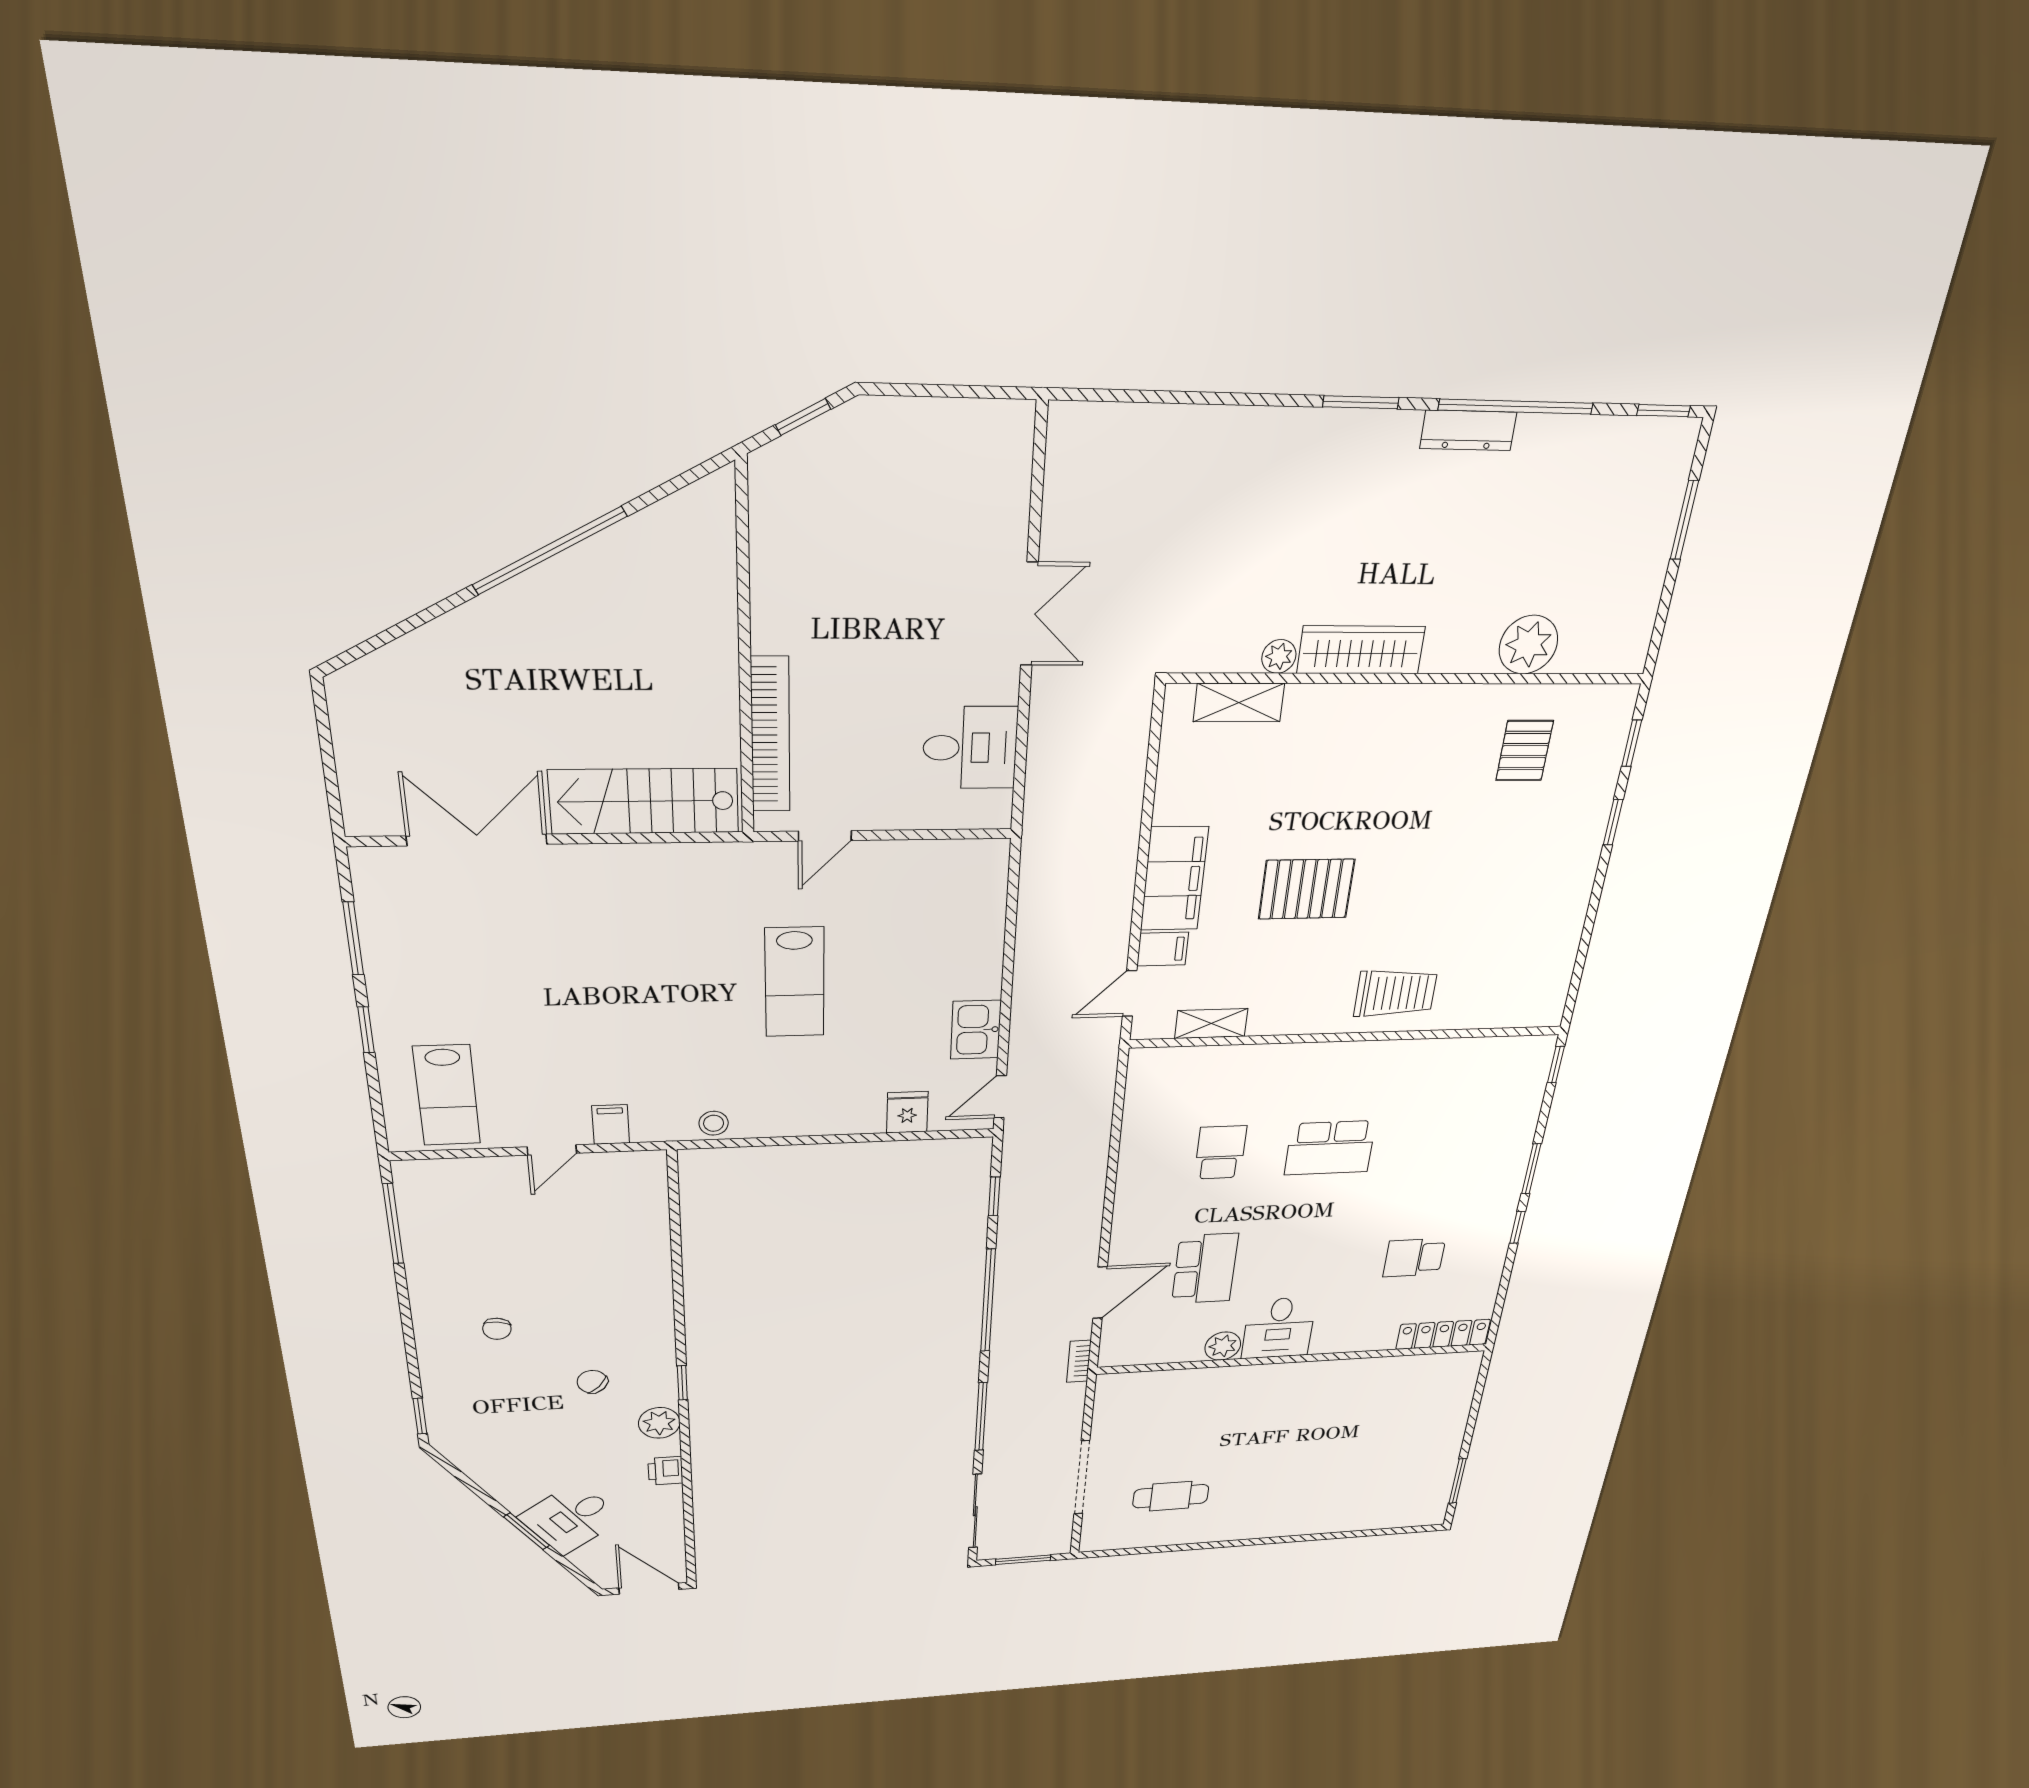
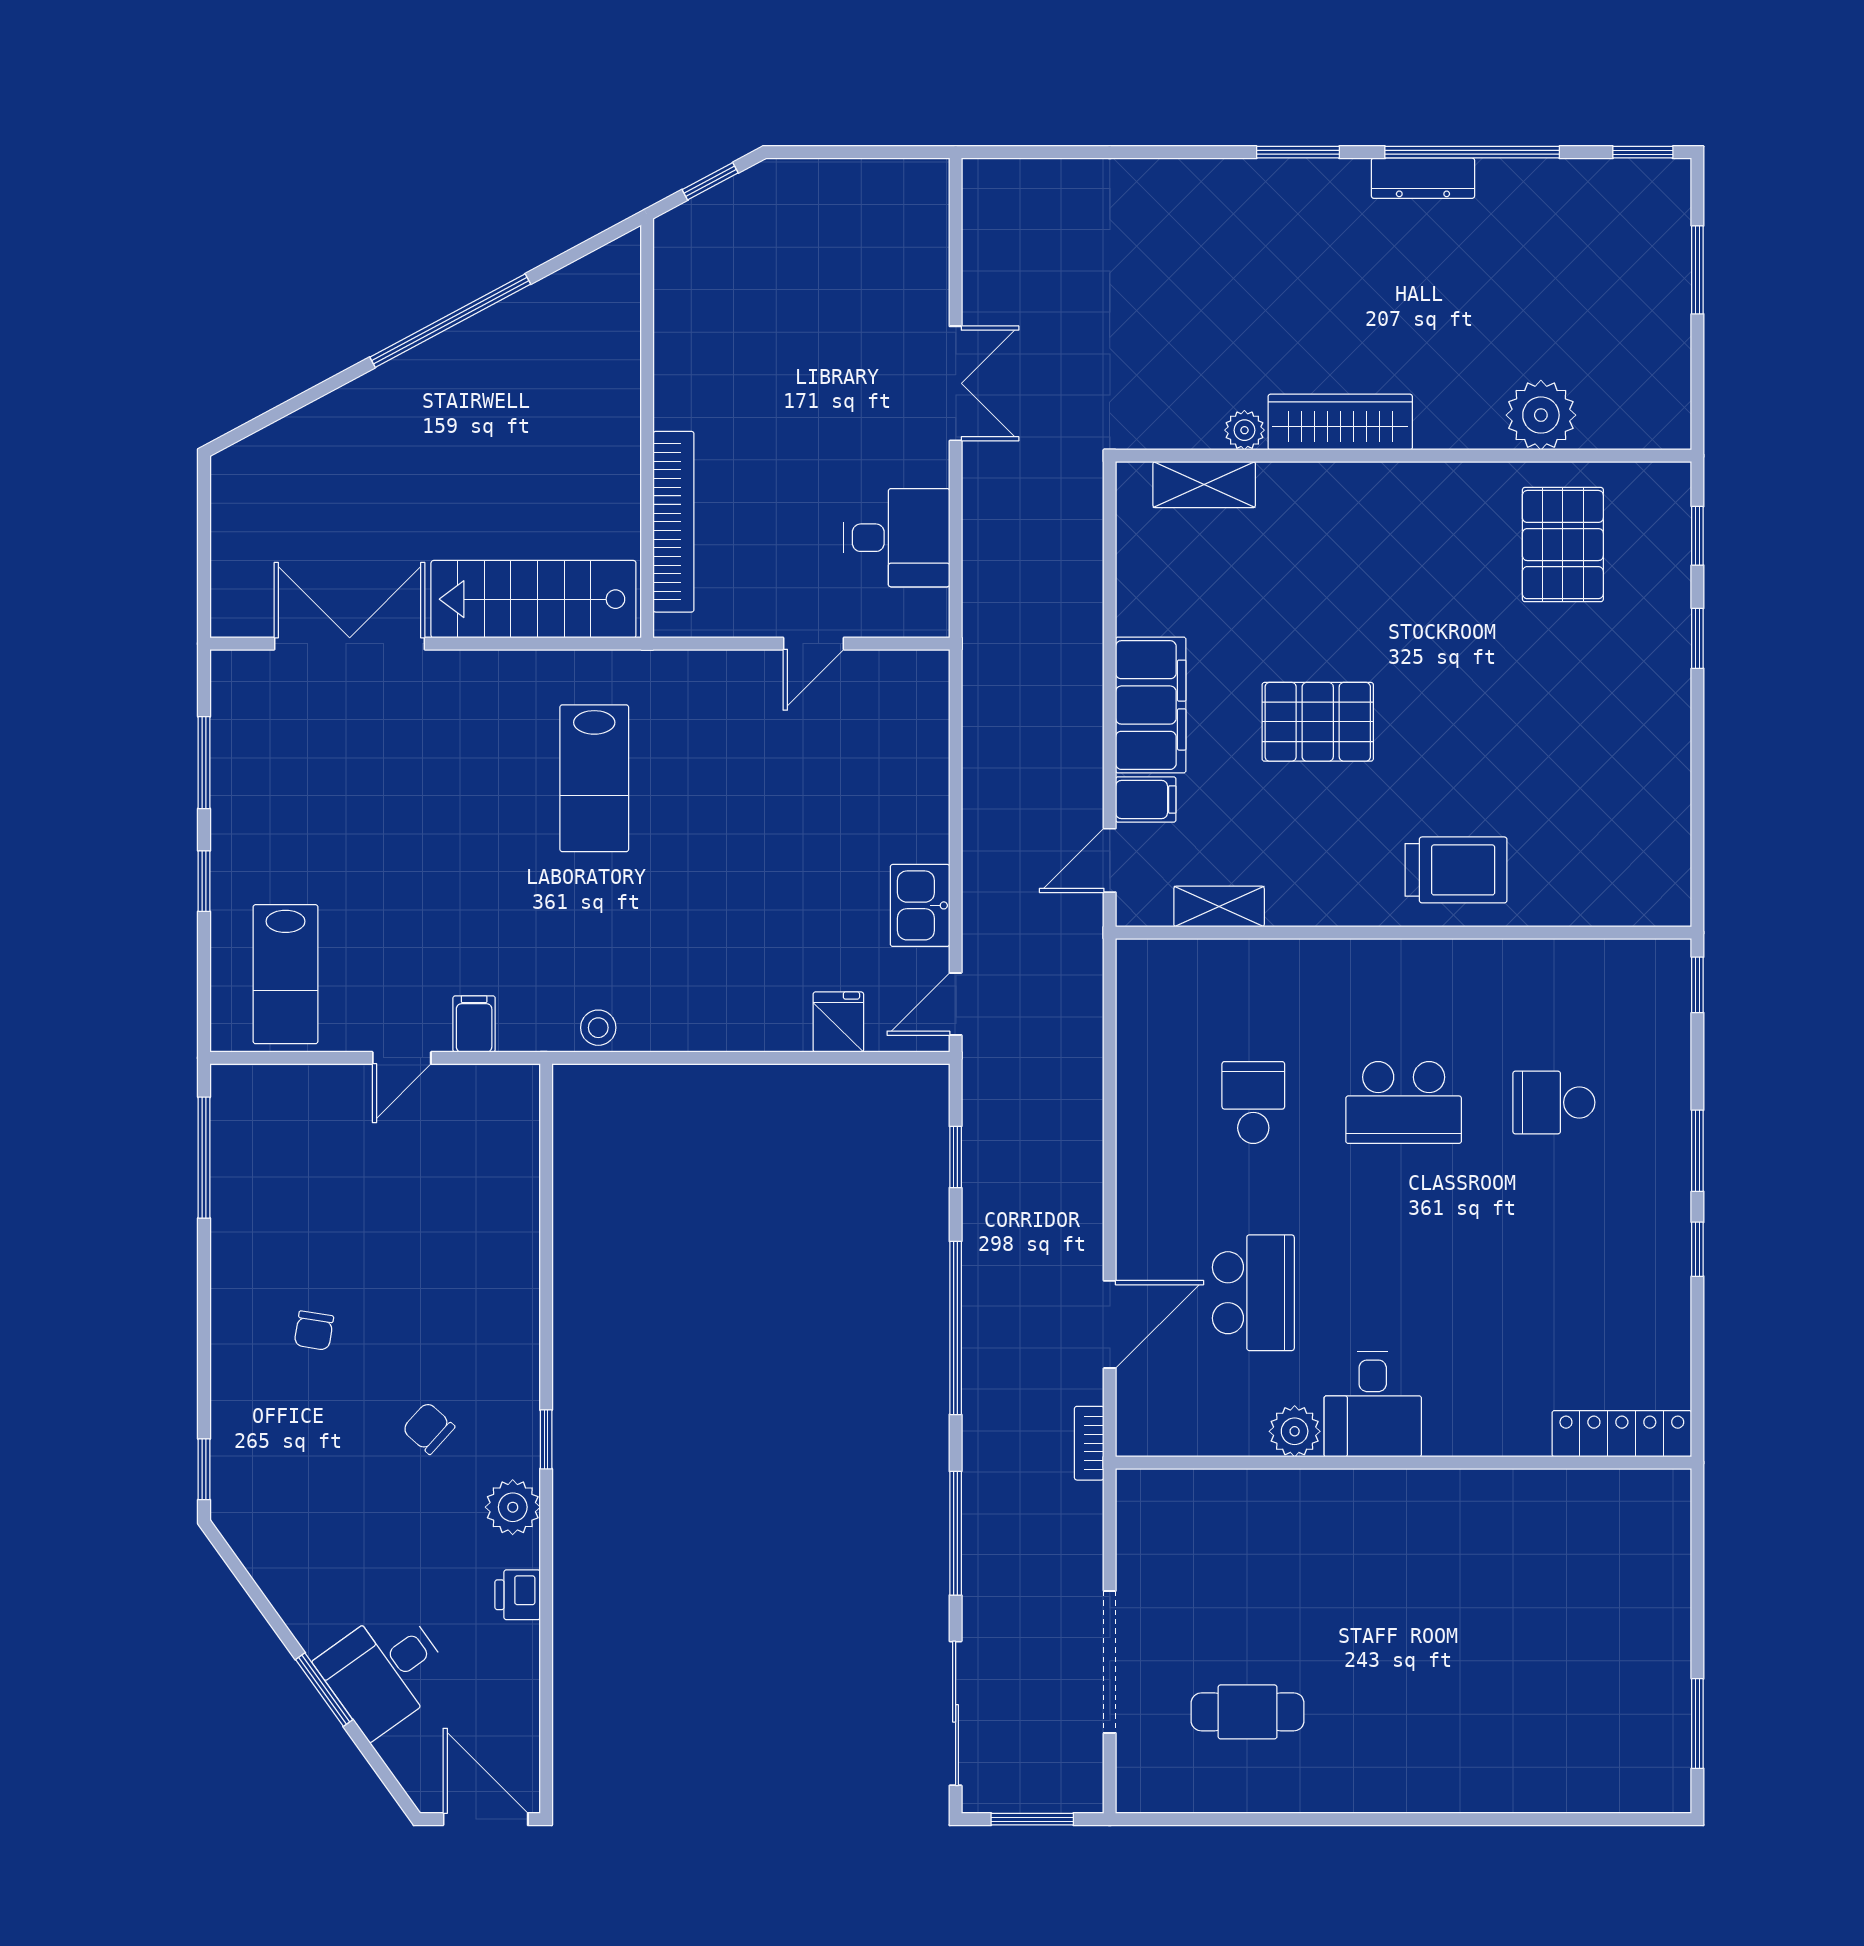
pallet: (1525, 751) -> (1563, 545), width x1.50, depth x1.42
door: (825, 836) -> (813, 644), moved
lab bench: (795, 982) -> (594, 778), moved
school desk: (1414, 1258) -> (1554, 1102), moved

